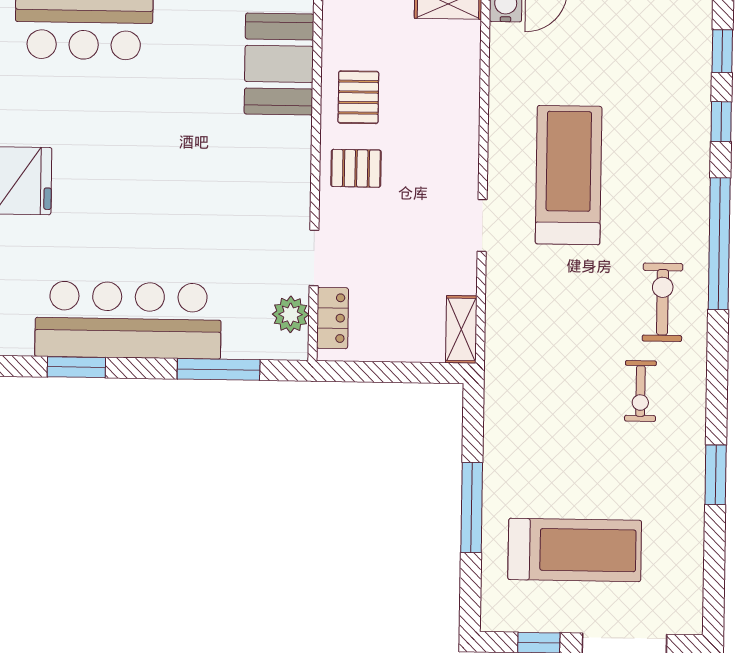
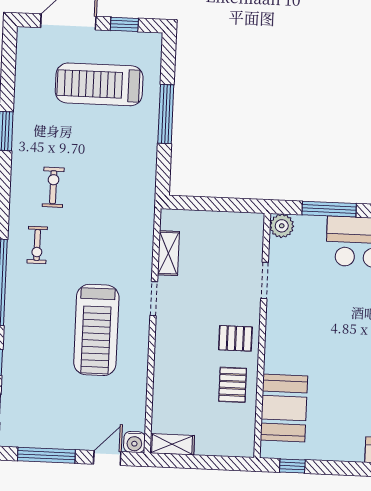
exercise bike: (662, 302) -> (37, 245), width x0.73, depth x0.72
plant: (291, 314) -> (282, 226), moved
locker: (333, 318) -> (254, 241), removed
shelving: (461, 329) -> (168, 253), moved

